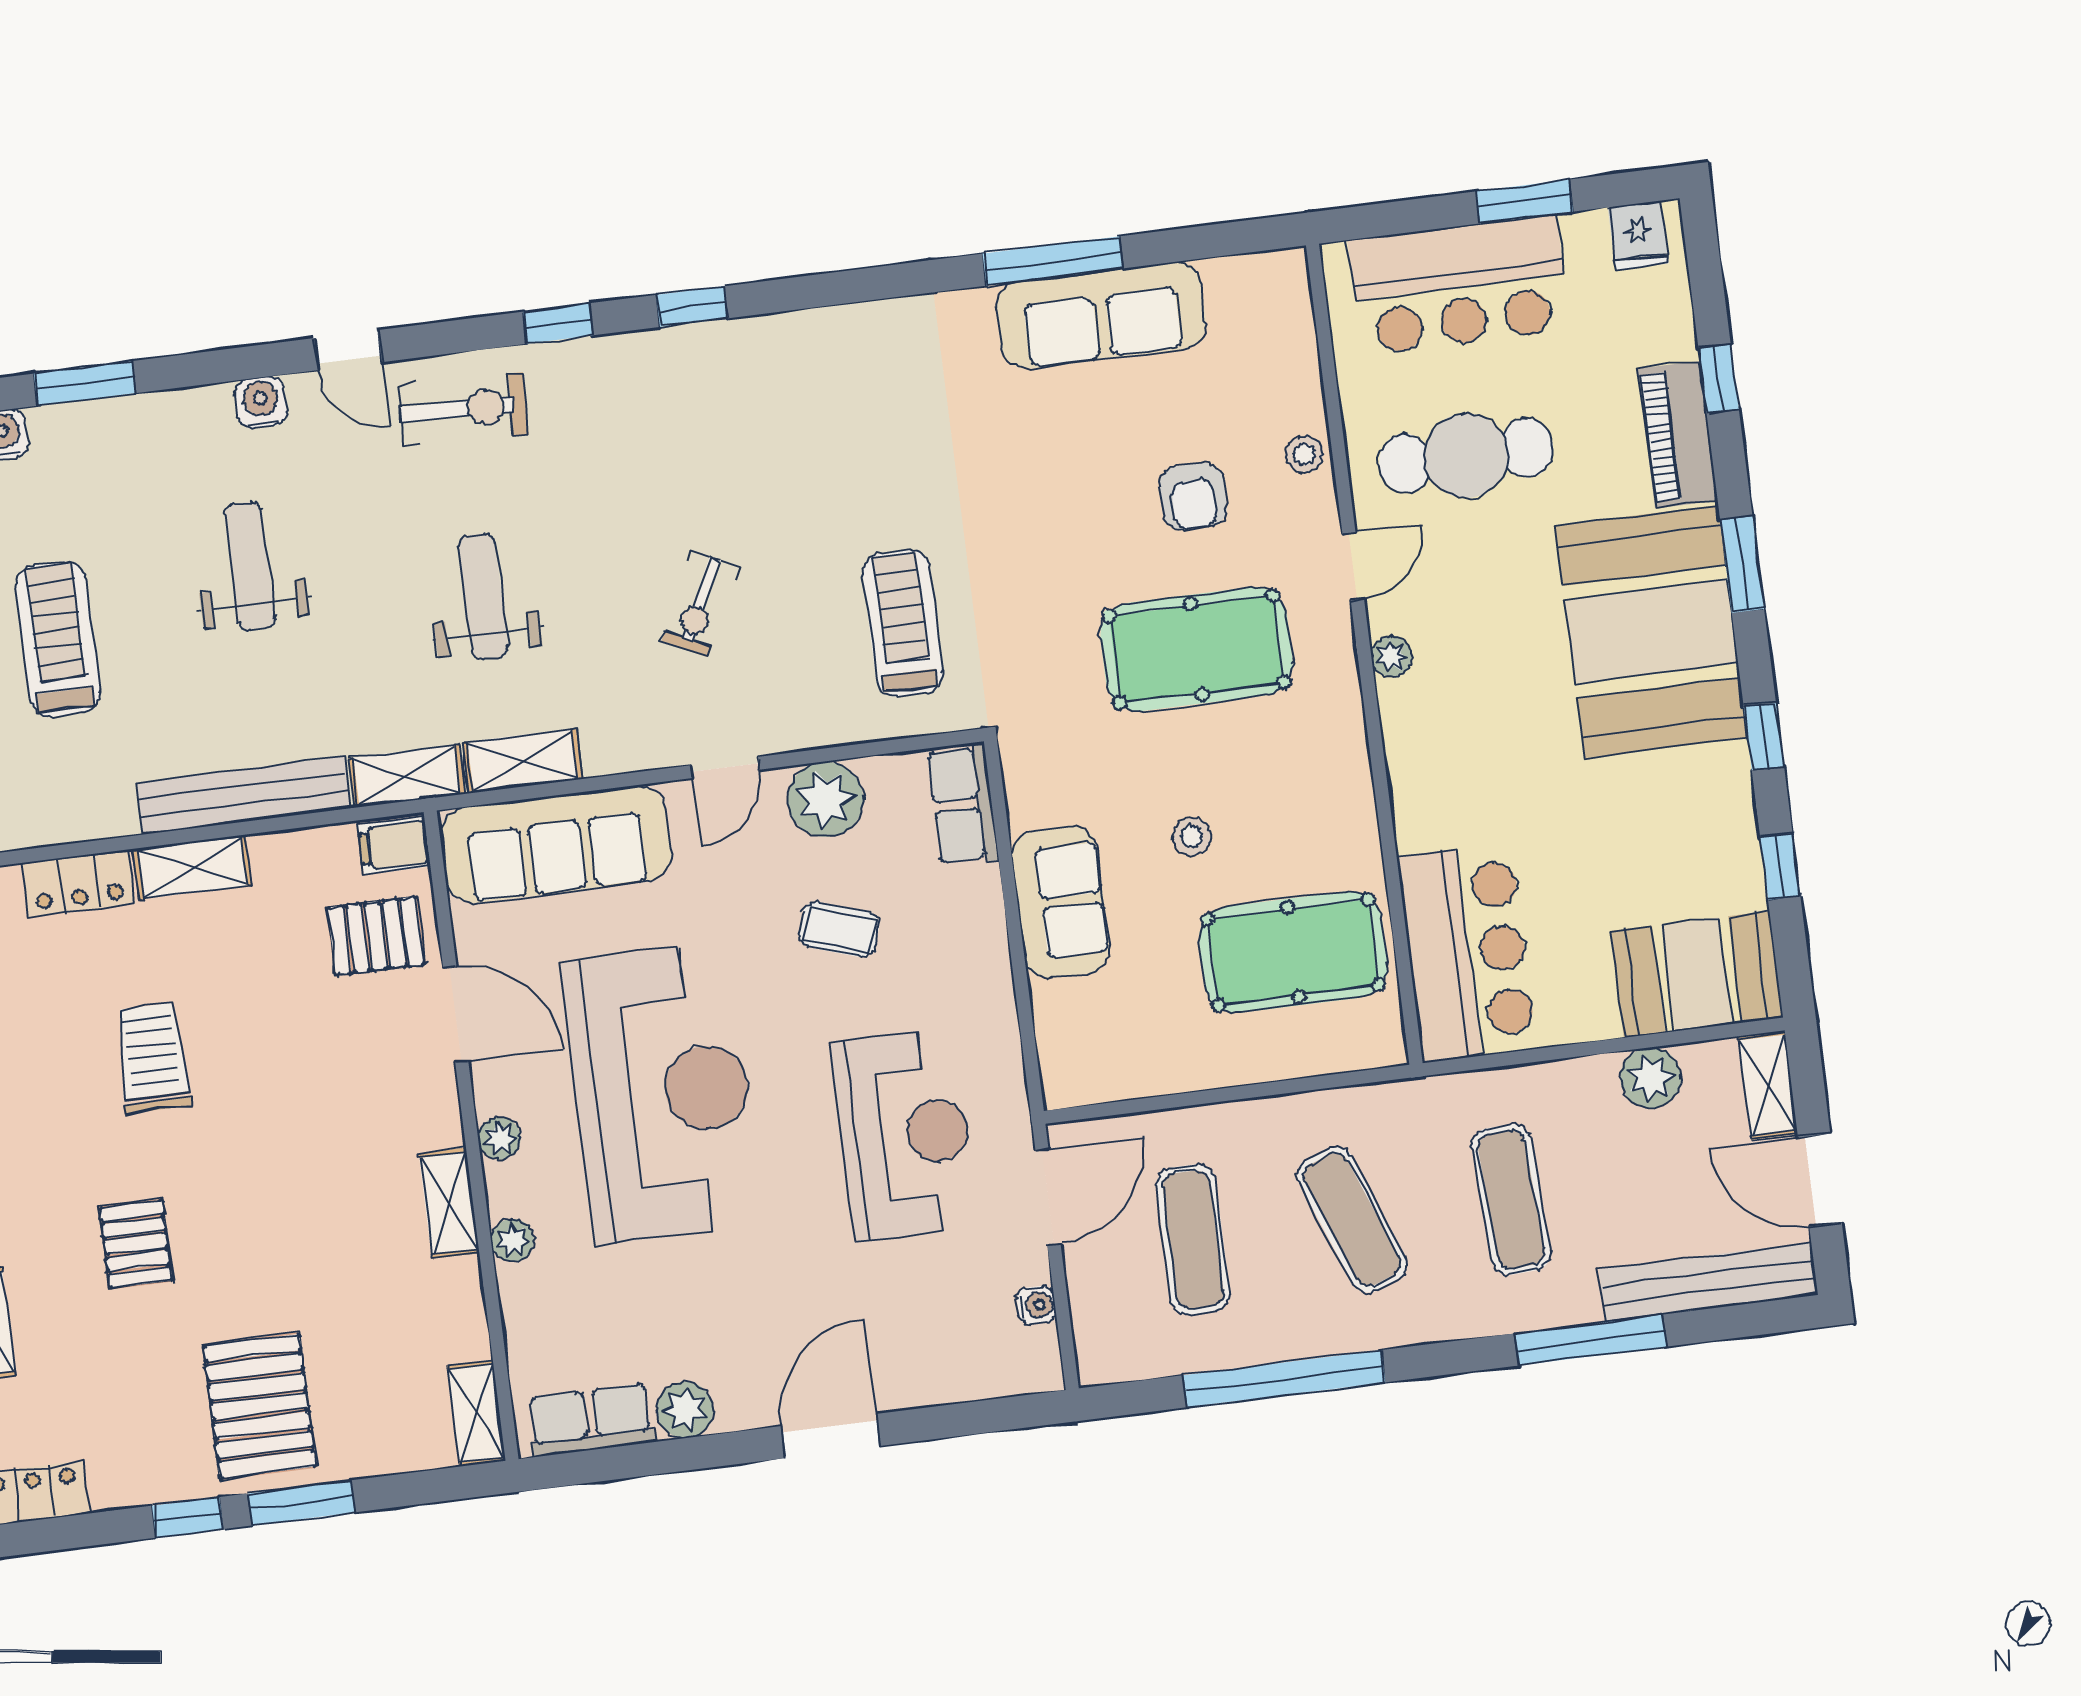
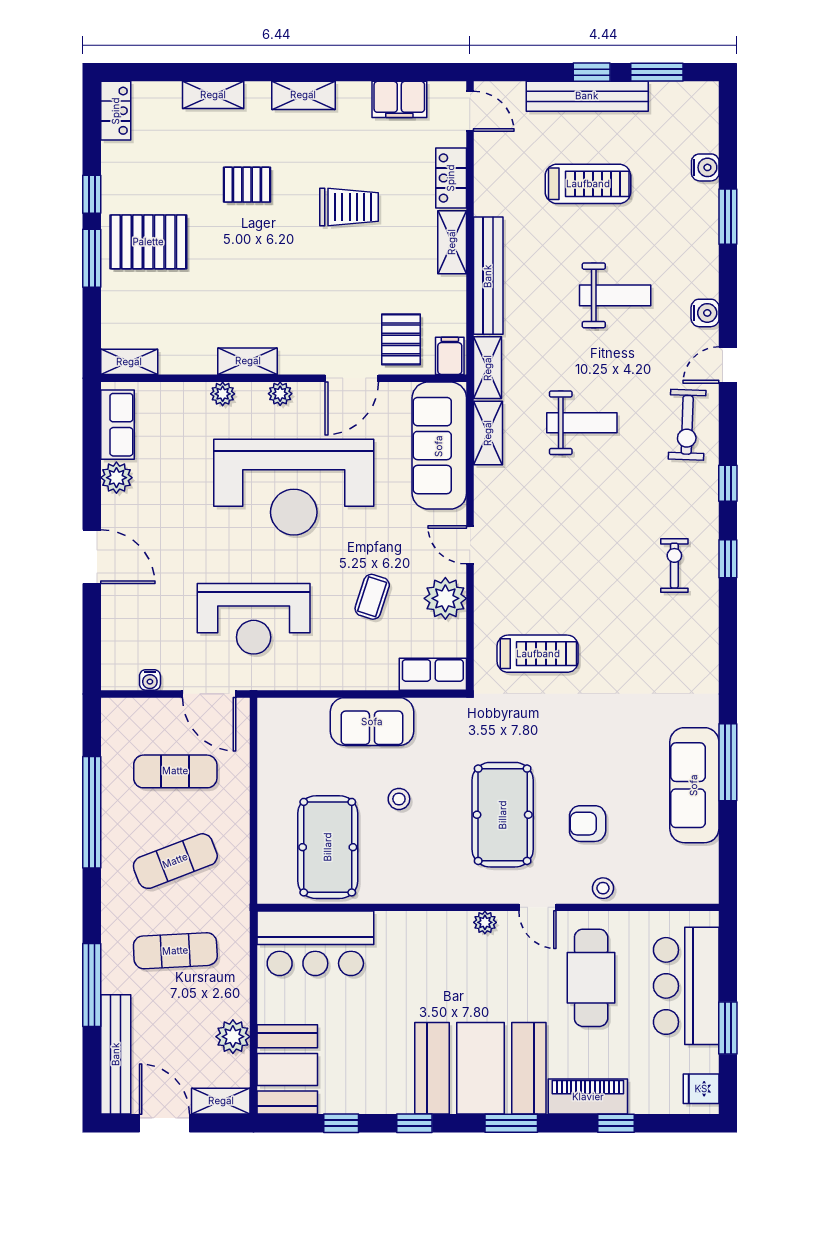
exercise bike: (700, 604) -> (674, 566), moved, turned 64
door: (1820, 1180) -> (164, 1123), hinge flipped

